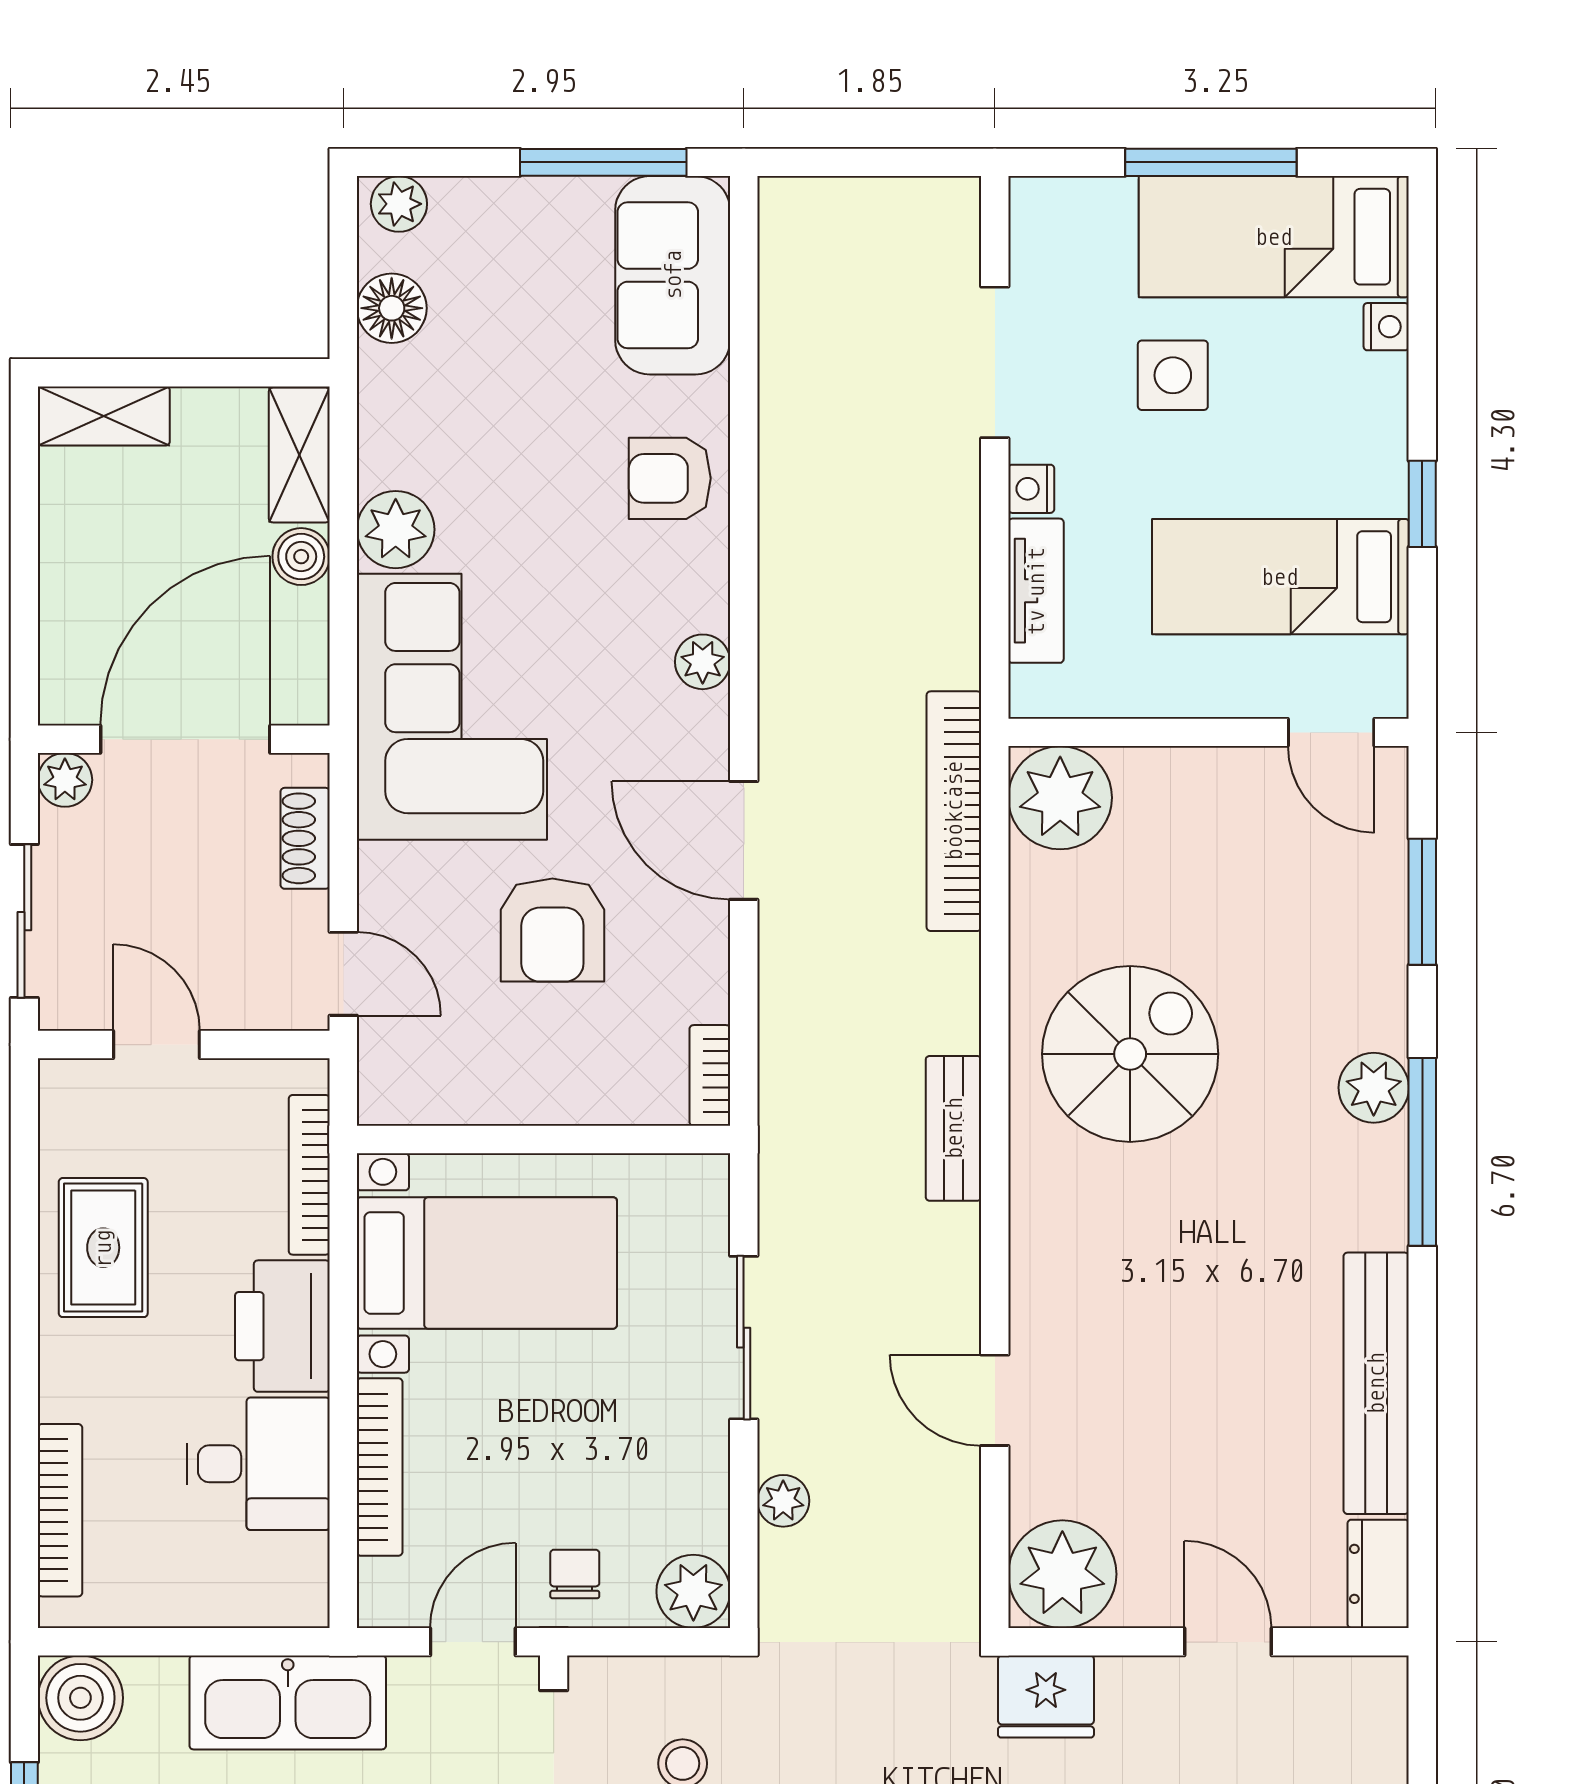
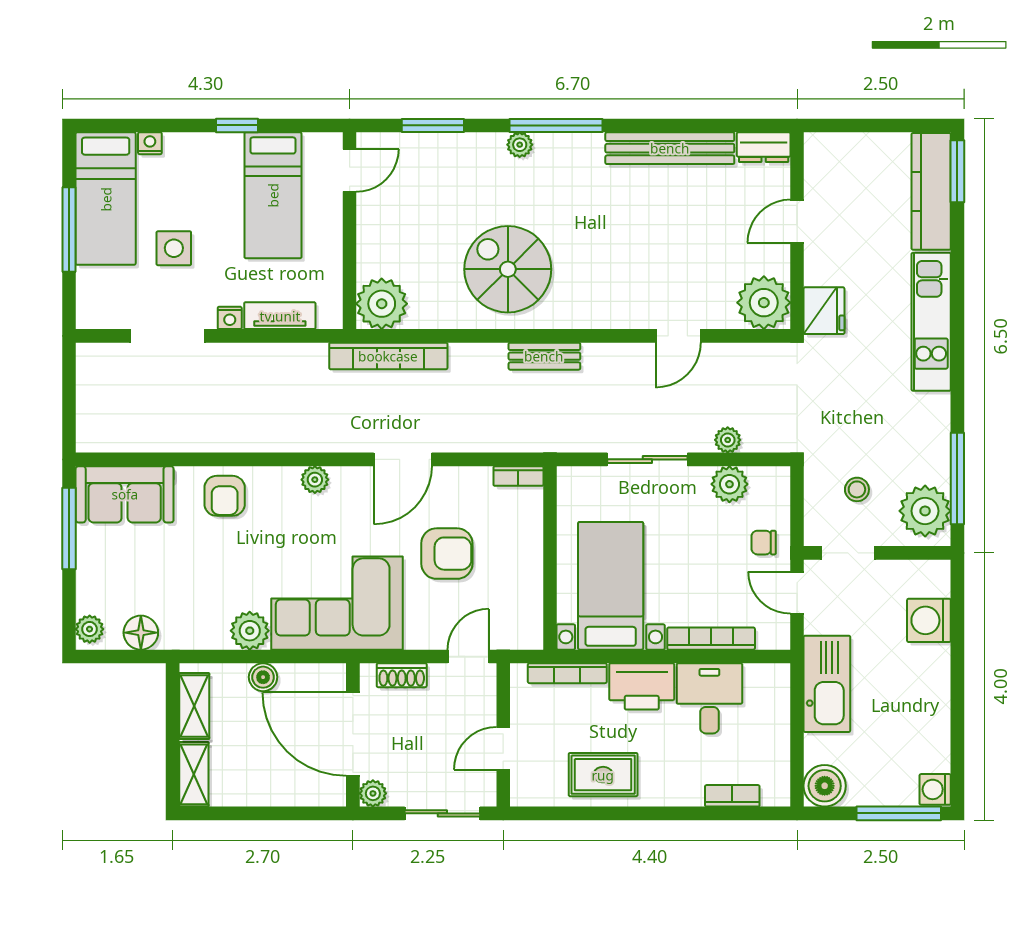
shelving: (299, 455) -> (194, 706), moved, turned 90
plant: (1374, 1088) -> (520, 145), width x0.73, depth x0.73
bookcase: (60, 1510) -> (732, 796), width x0.64
plant: (693, 1591) -> (729, 484), moved

